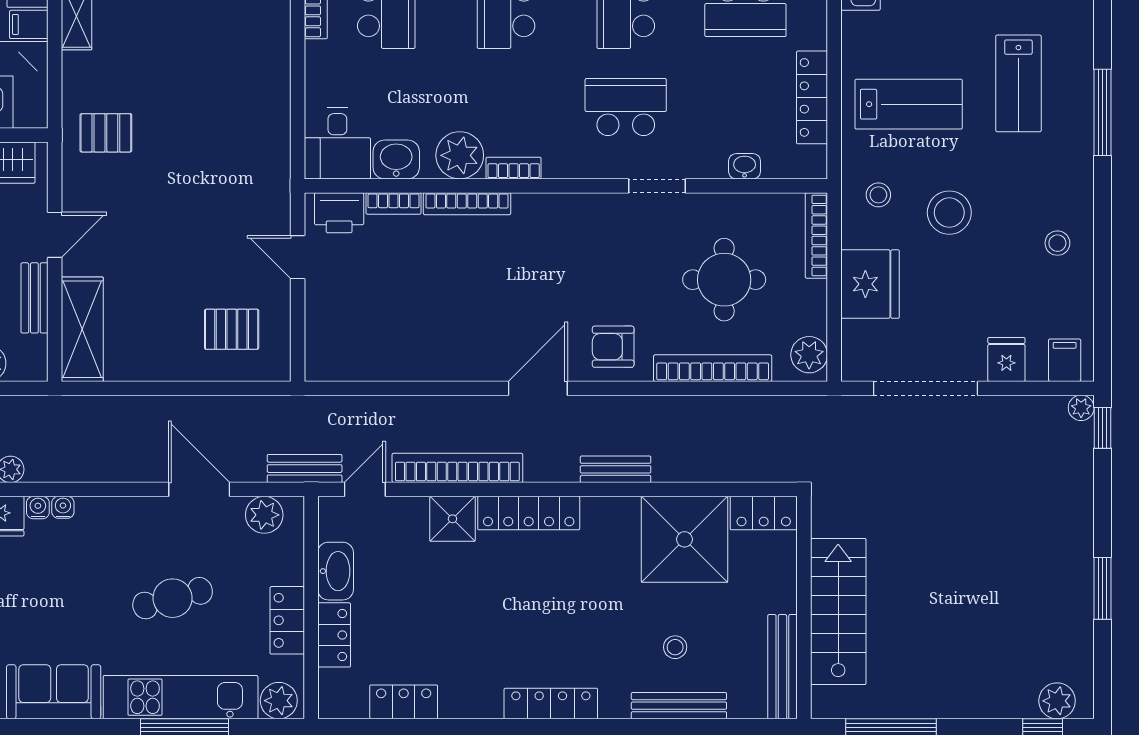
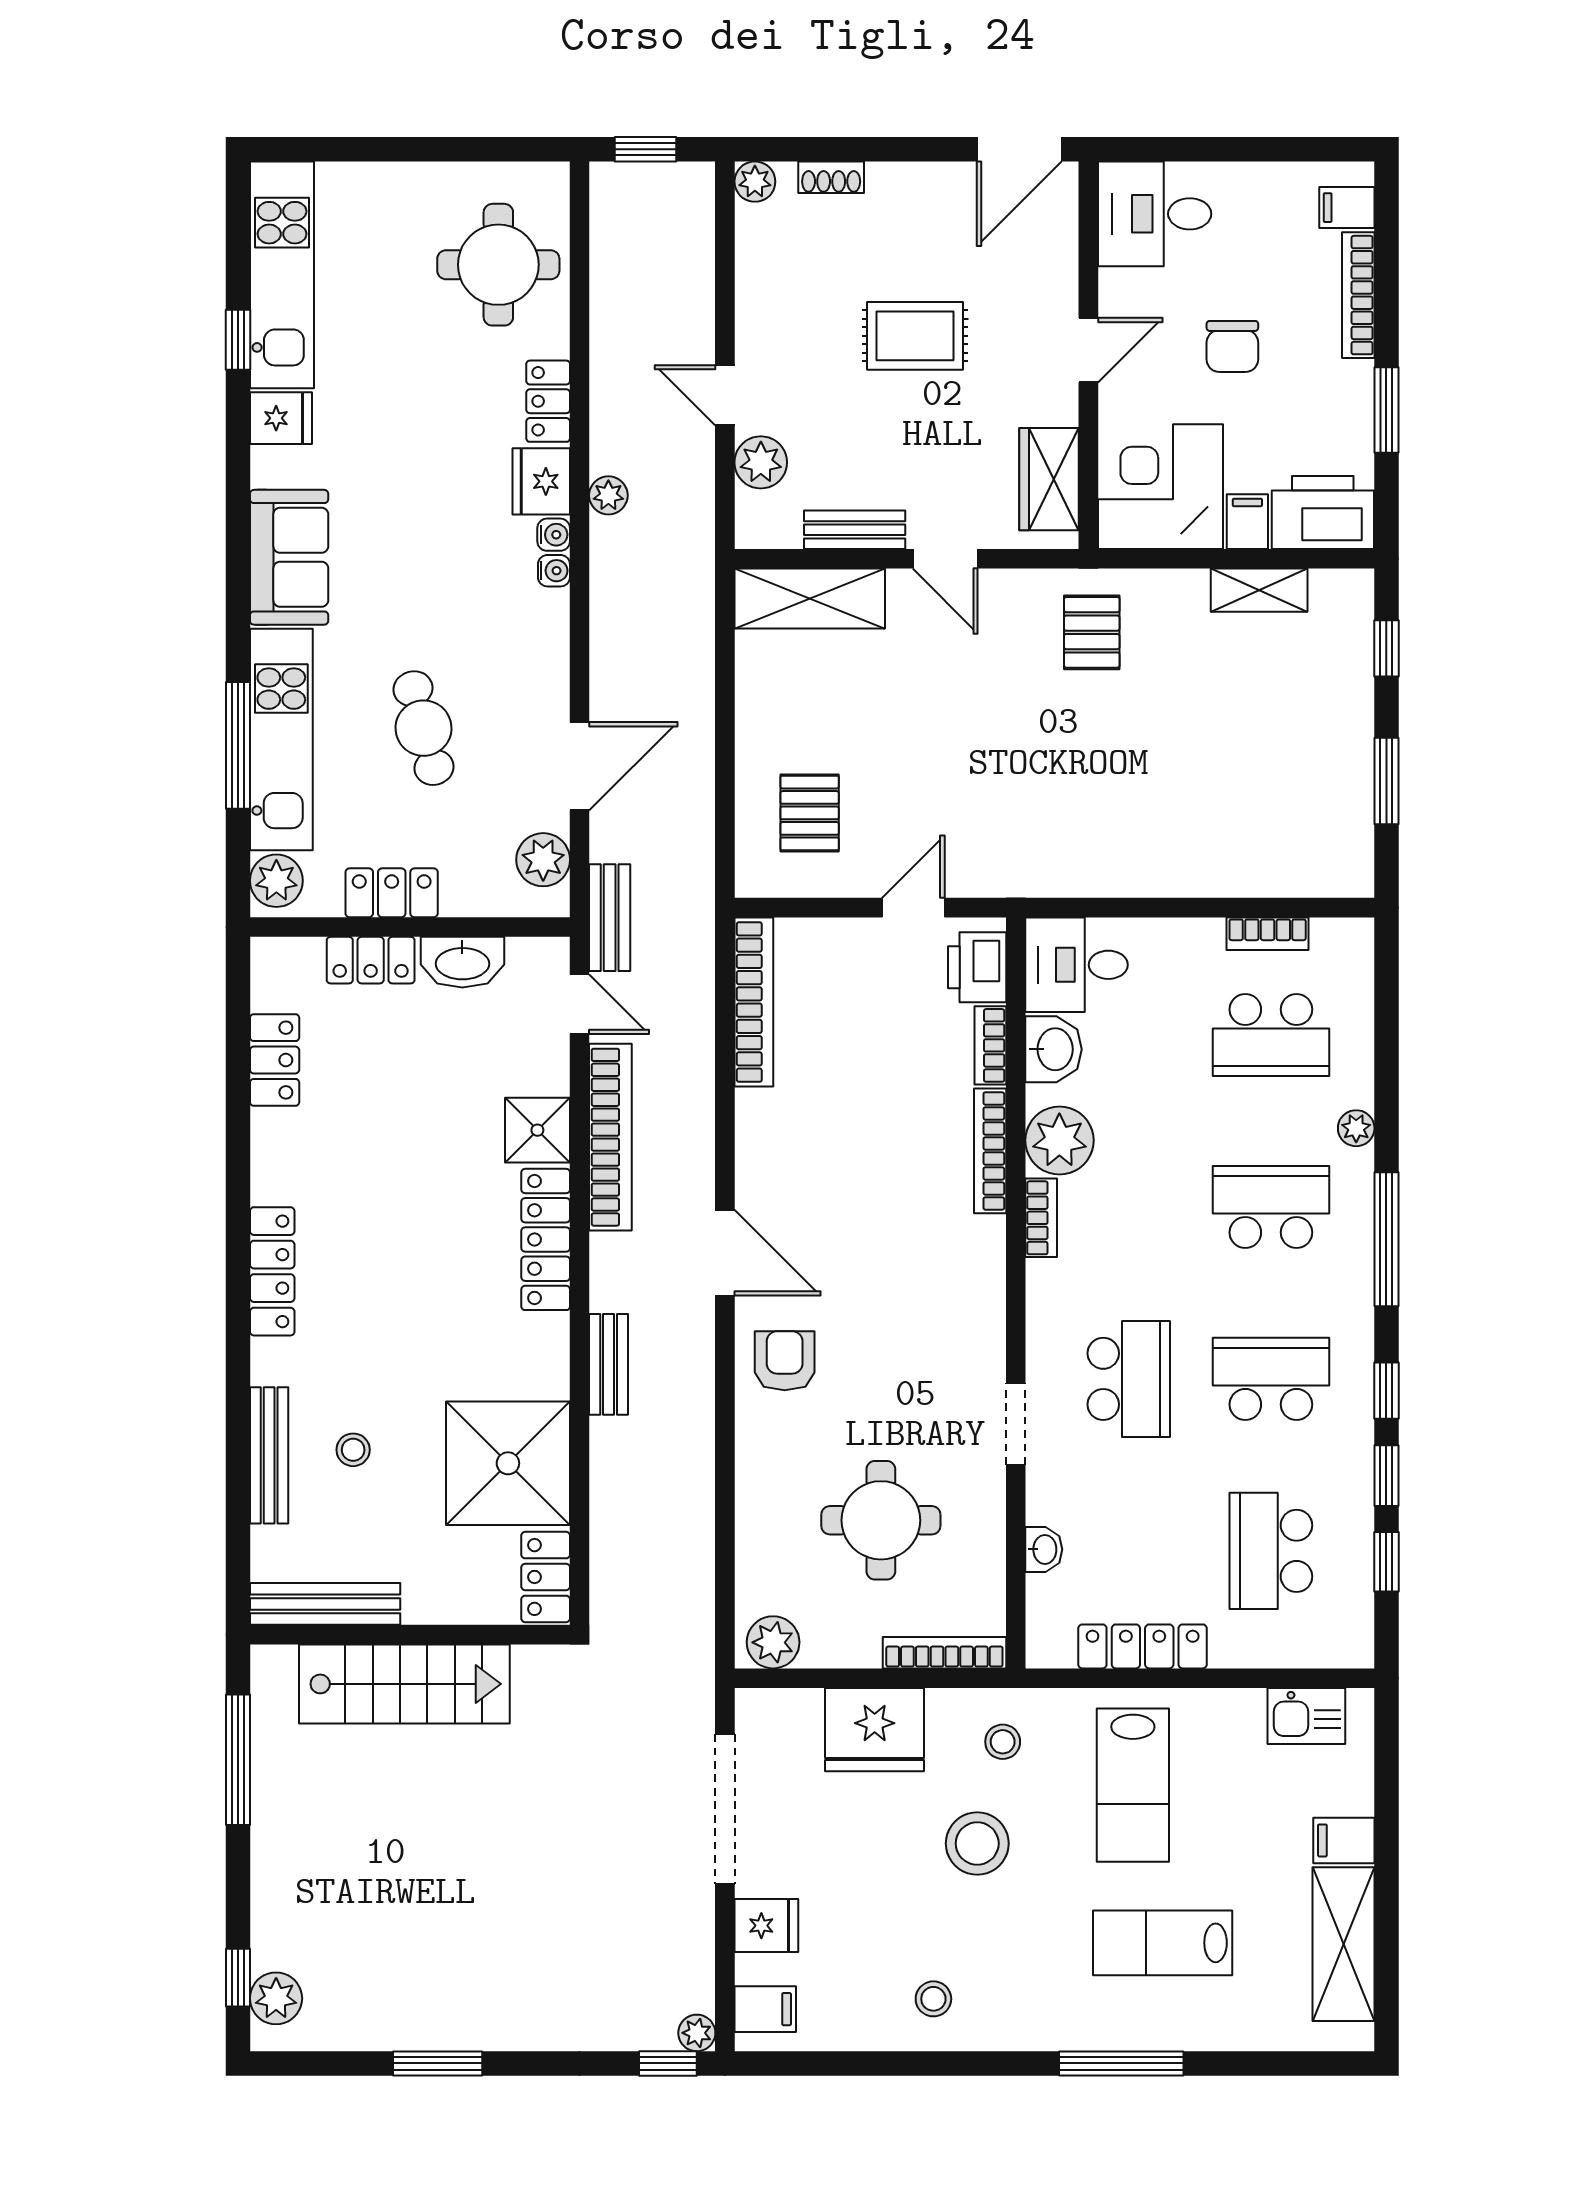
bookcase: (713, 368) -> (754, 1002), moved

